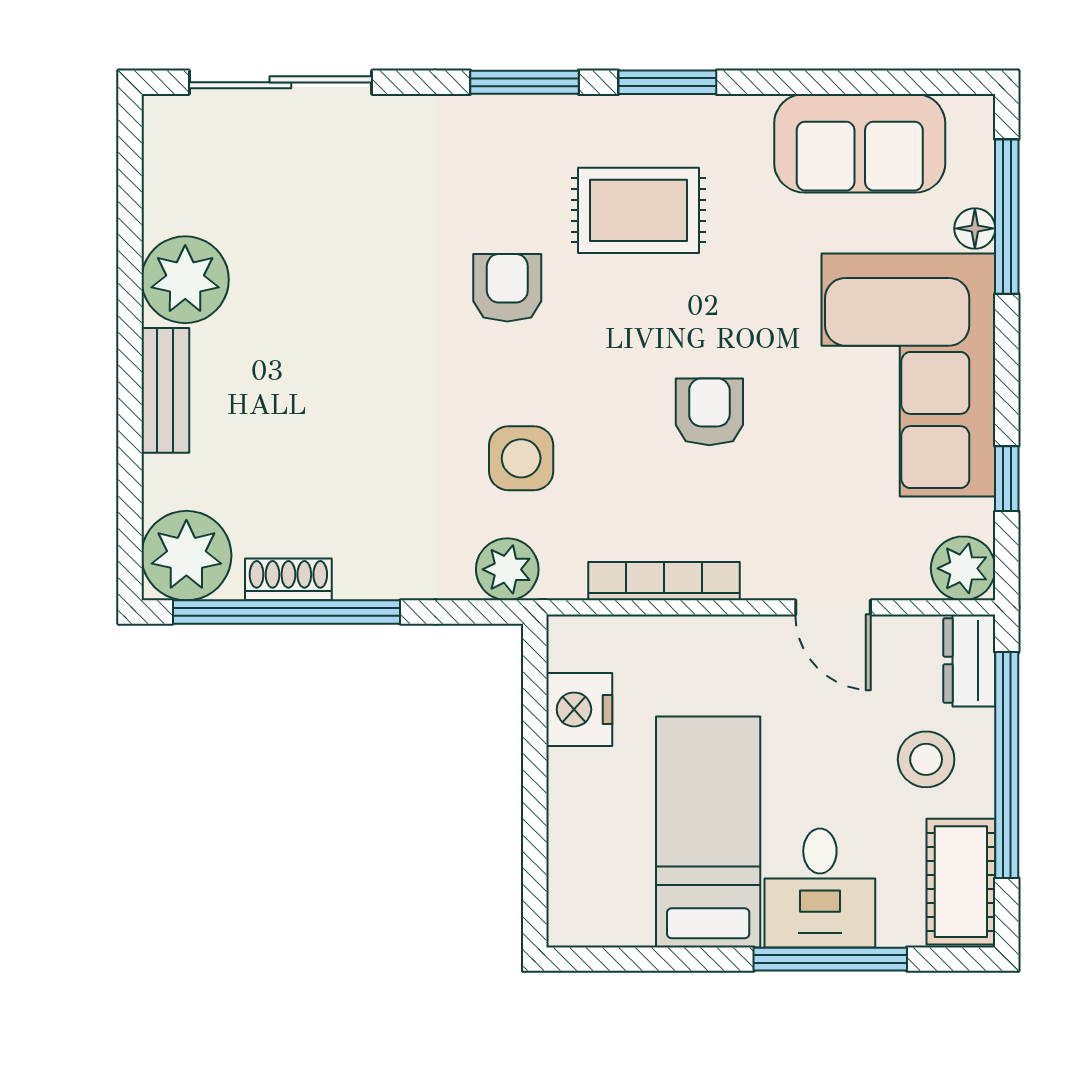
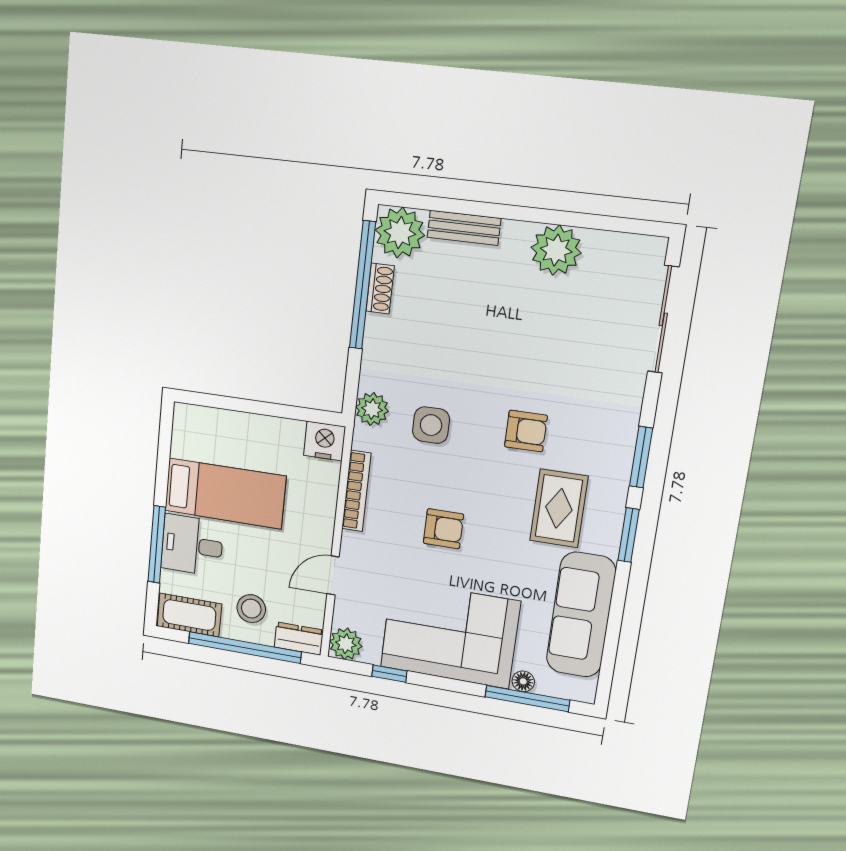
sofa: (860, 143) -> (581, 615), width x1.36
bench: (165, 390) -> (464, 228), moved
nightstand: (579, 709) -> (325, 441), moved

